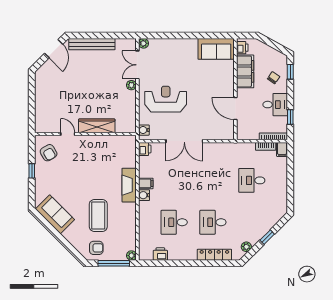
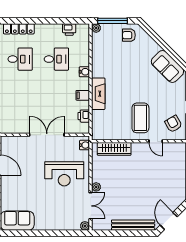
wardrobe: (97, 126) -> (114, 149), moved
printer: (145, 149) -> (84, 116), moved
water cooler: (144, 195) -> (84, 72), moved
coffee table: (98, 215) -> (140, 118), moved

